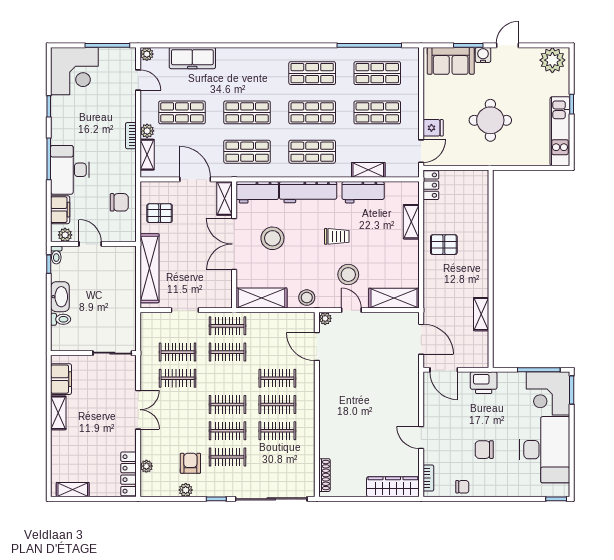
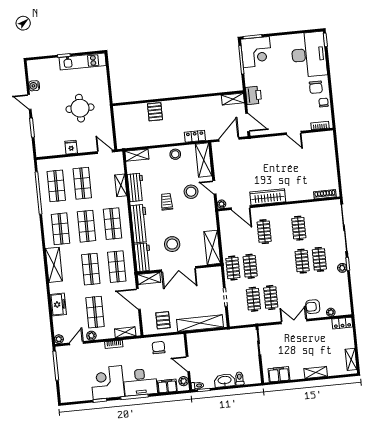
water cooler: (483, 55) -> (34, 86), moved
freezer: (192, 58) -> (58, 304), width x0.71
shelving: (259, 58) -> (54, 265), added
plant: (552, 60) -> (36, 71), removed
sofa: (451, 61) -> (43, 138), removed
corner desk: (74, 71) -> (107, 382), moved, turned -90
fridge: (433, 128) -> (71, 147), moved
plant: (147, 131) -> (91, 336), moved
door: (195, 179) -> (138, 299), hinge flipped
locker: (431, 185) -> (195, 136), moved
shelving: (411, 222) -> (137, 155), moved
door: (90, 244) -> (188, 364), hinge flipped
pallet: (444, 245) -> (155, 112), moved
stool: (307, 298) -> (175, 154), moved
door: (351, 310) -> (214, 187), hinge flipped
shelving: (481, 314) -> (233, 99), moved
door: (317, 347) -> (241, 208), hinge flipped
door: (444, 370) -> (248, 122), hinge flipped
clothes rail: (227, 405) -> (285, 263), removed
clothes rail: (277, 405) -> (281, 230), removed
shelving: (58, 413) -> (316, 372), moved
door: (421, 437) -> (294, 133), hinge flipped
chair: (484, 450) -> (316, 87), moved
desk: (545, 450) -> (309, 55), moved, turned 90
armchair: (190, 463) -> (313, 307), moved
locker: (129, 474) -> (342, 323), width x0.66
wardrobe: (393, 487) -> (268, 197), moved, turned 90
plant: (186, 490) -> (342, 268), moved

